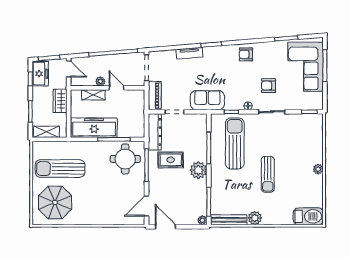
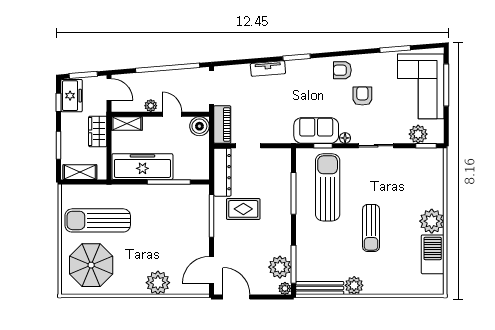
armchair: (268, 86) -> (362, 96), moved, turned 90
shelving: (93, 95) -> (127, 123), moved
boiler: (137, 97) -> (199, 126), added
sofa: (207, 100) -> (316, 130), moved
plant: (304, 103) -> (418, 134), added
round table: (125, 159) -> (183, 208), removed
plant: (318, 169) -> (432, 221), width x1.88, depth x1.88
plant: (198, 170) -> (280, 267), moved
plant: (106, 216) -> (158, 283), added
barbecue: (308, 216) -> (433, 254), moved, turned -90

